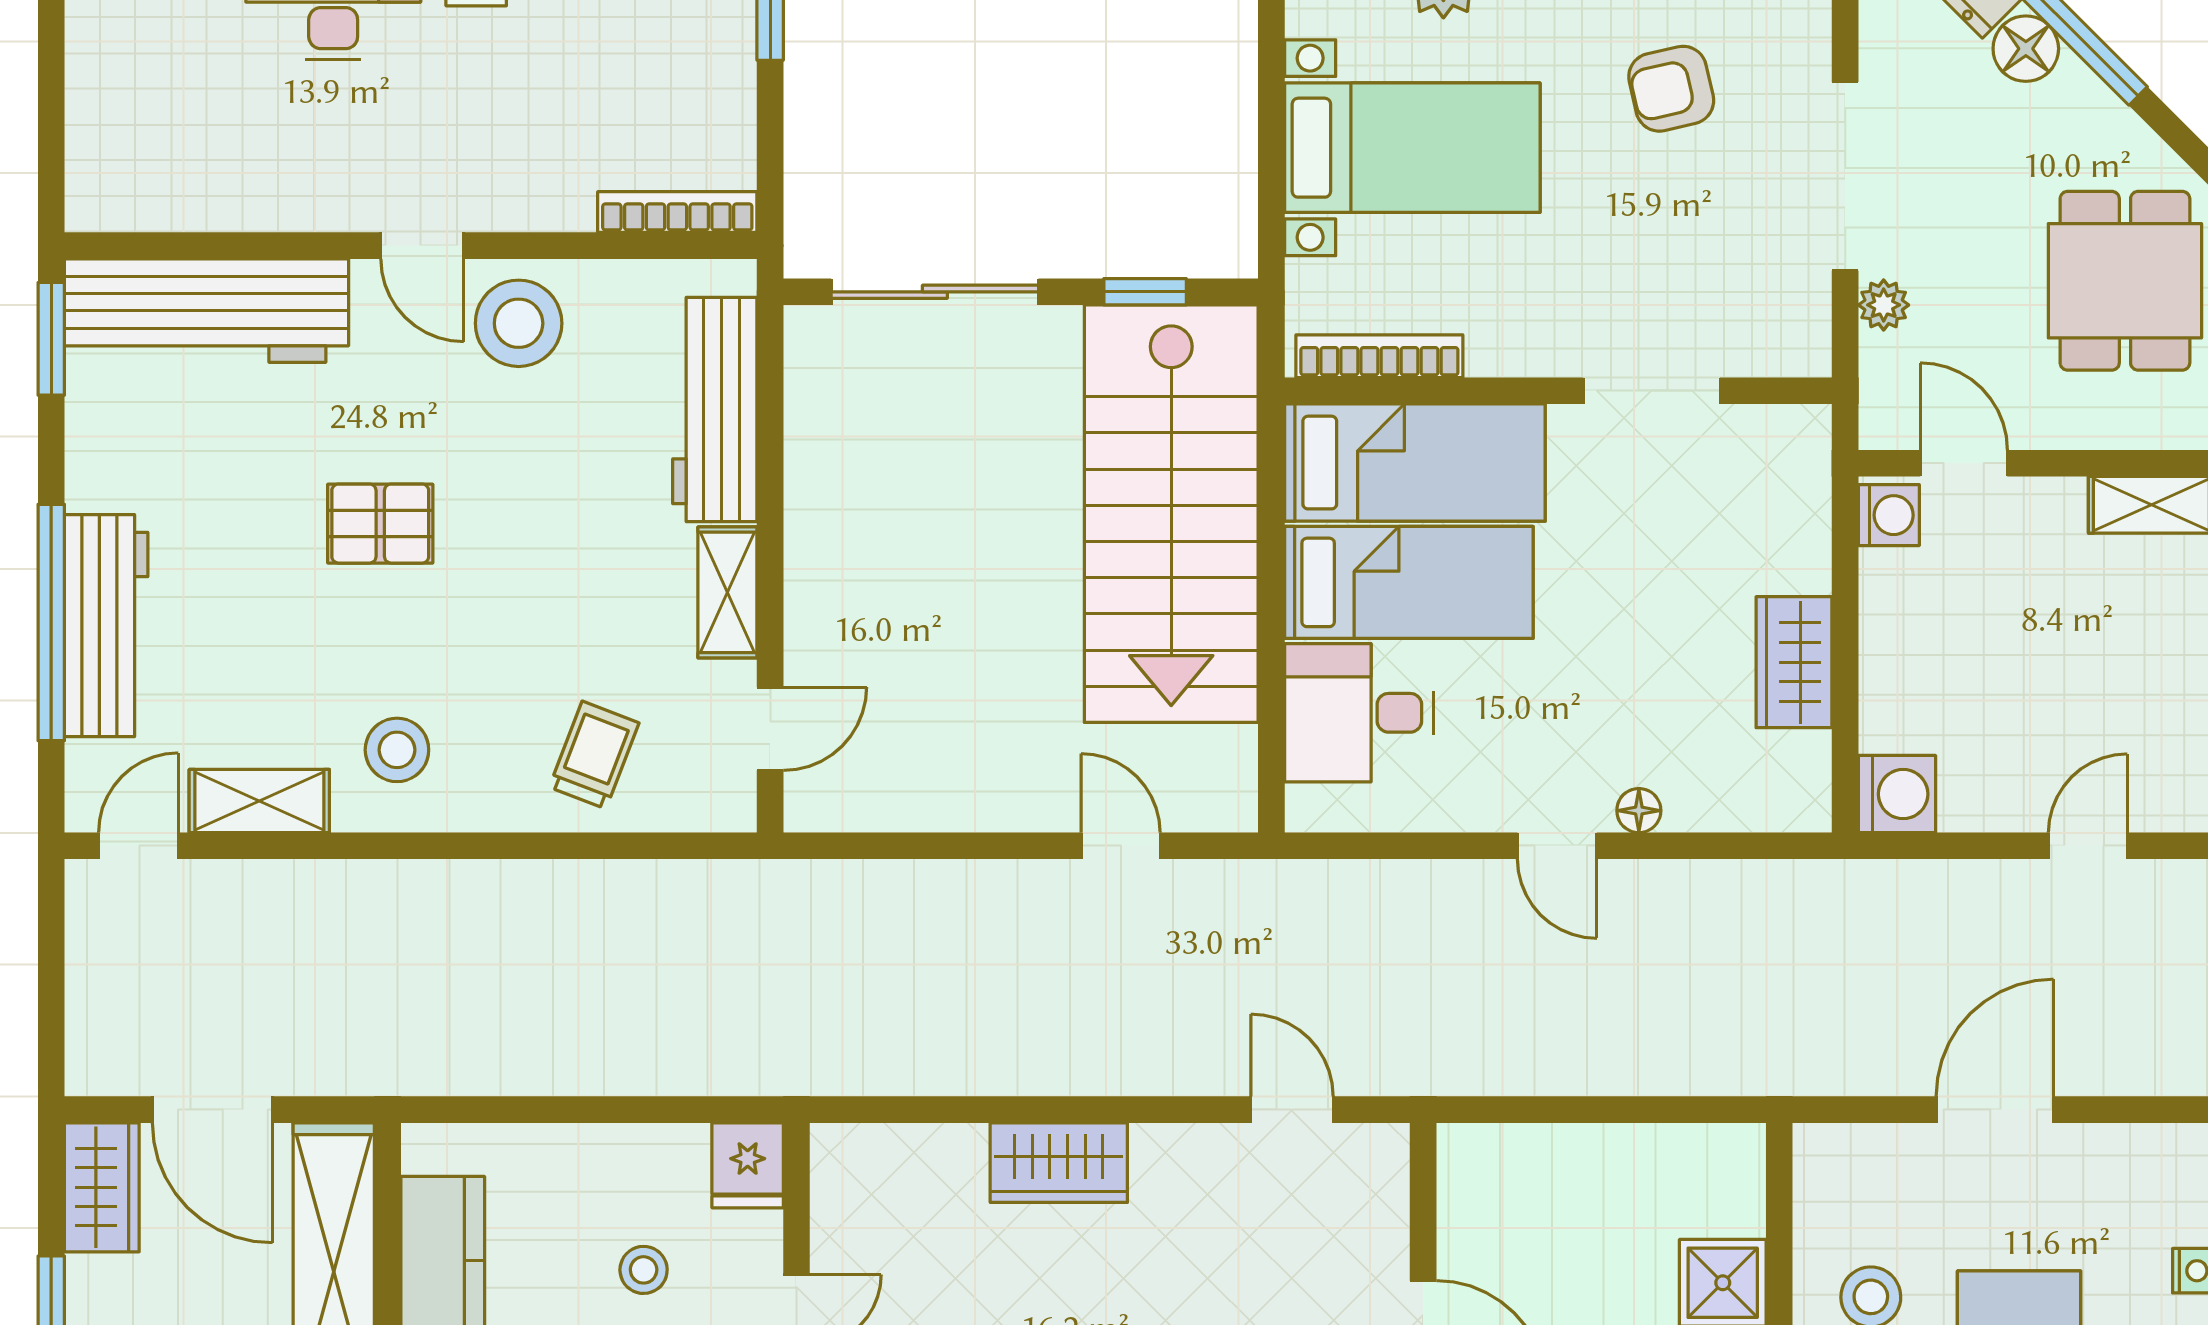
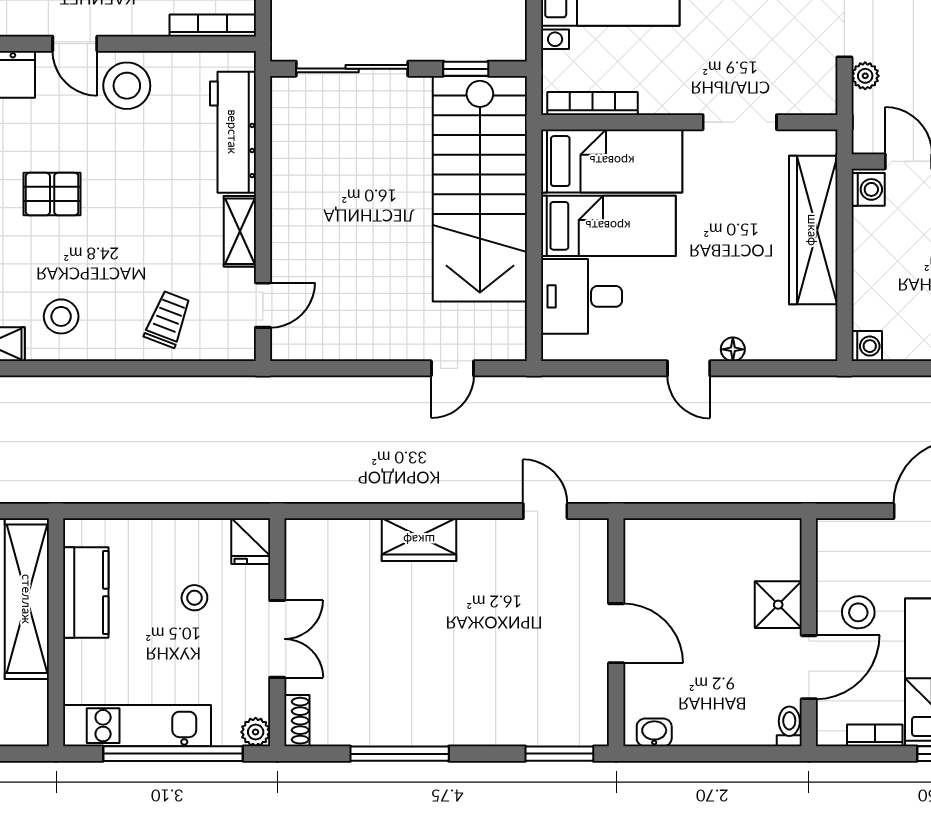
wardrobe: (1794, 662) -> (813, 230), width x2.10, depth x1.17
washing machine: (1897, 794) -> (867, 346), width x0.73, depth x0.73
door: (1121, 846) -> (452, 368), swing flipped

